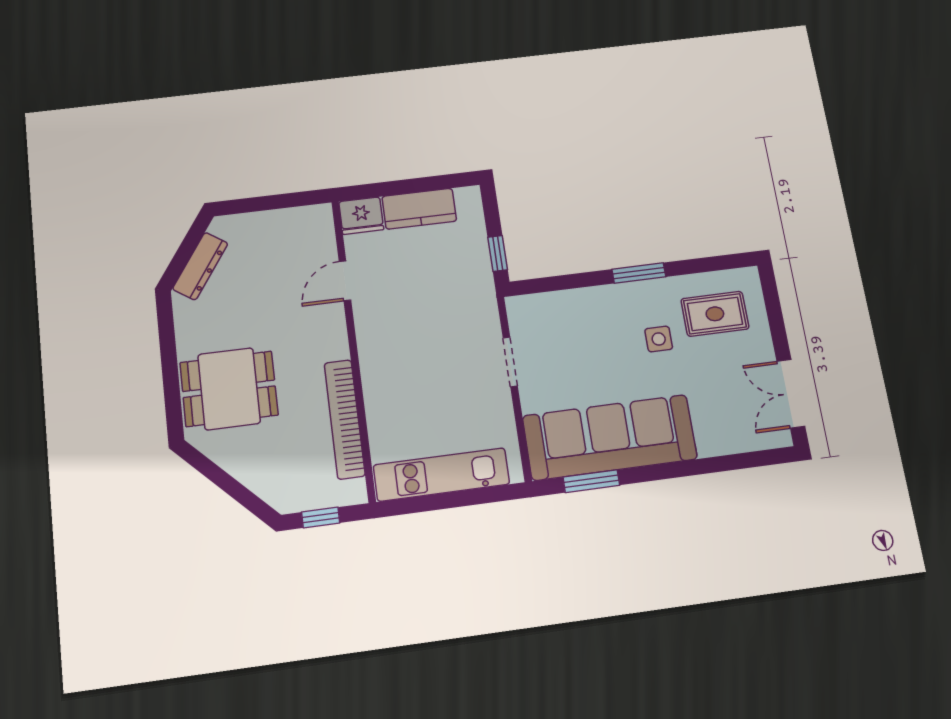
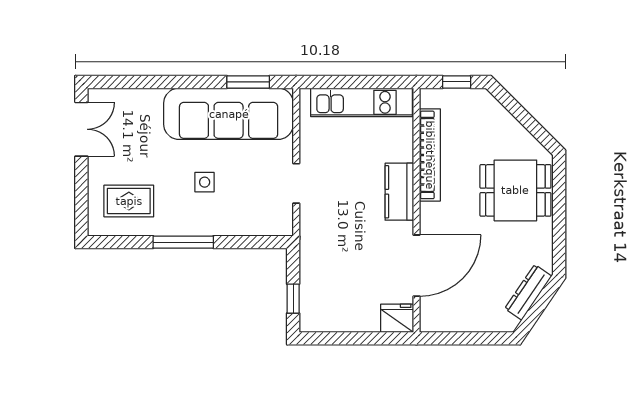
kitchen counter: (419, 209) -> (399, 192), moved, turned -90
window: (498, 253) -> (293, 299), moved
window: (639, 273) -> (183, 242), width x1.44
door: (345, 281) -> (416, 266), width x1.87
side table: (659, 339) -> (205, 182), moved

